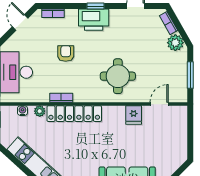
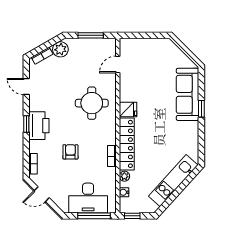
armchair: (66, 53) -> (70, 152), turned 90
door: (159, 104) -> (118, 64), hinge flipped
fridge: (134, 115) -> (128, 109), moved

